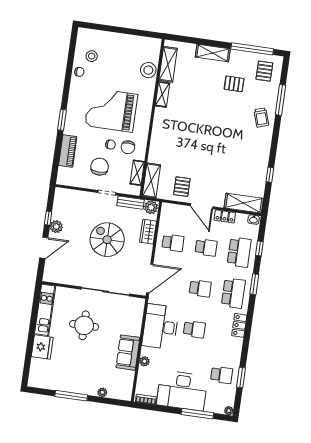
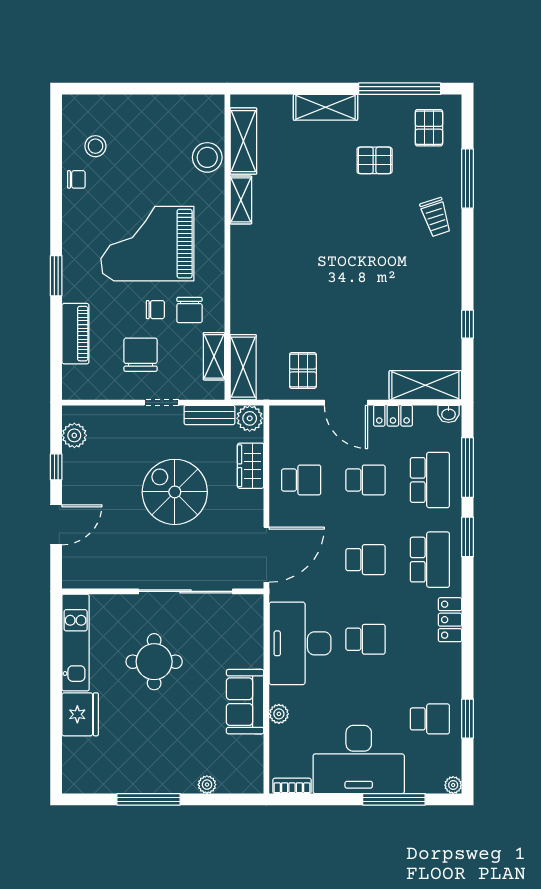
plant: (56, 227) -> (74, 435), moved
window: (259, 248) -> (467, 467), width x2.17

